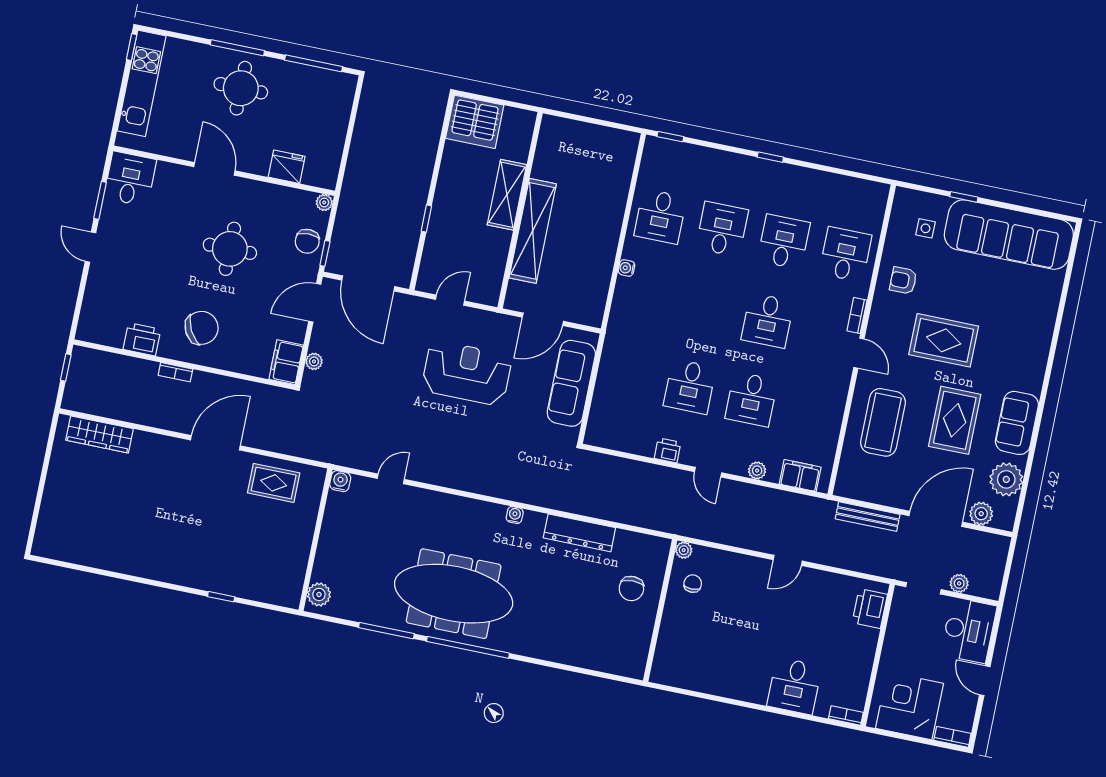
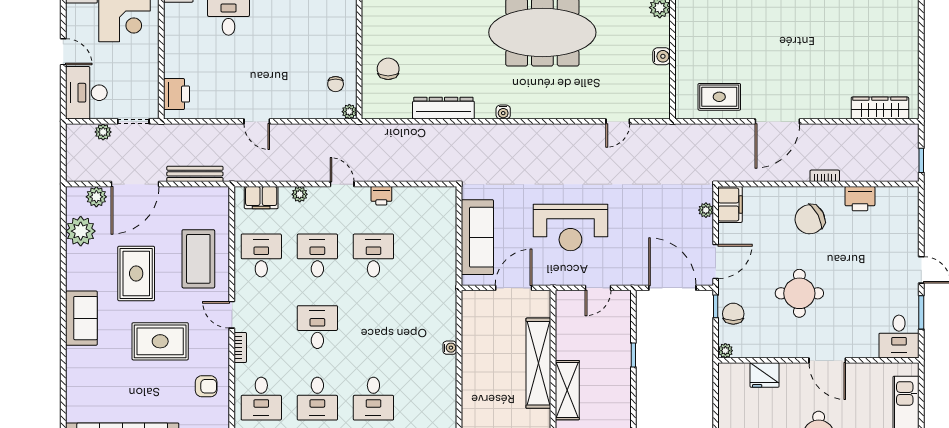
desk: (660, 216) -> (261, 255), moved
sofa: (1017, 423) -> (81, 318), moved
water cooler: (340, 481) -> (662, 56), moved, turned -90
door: (788, 560) -> (257, 121), swing flipped

